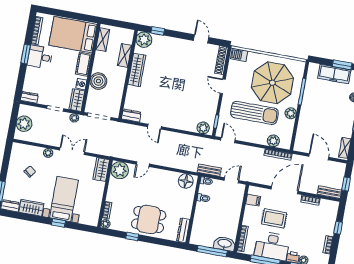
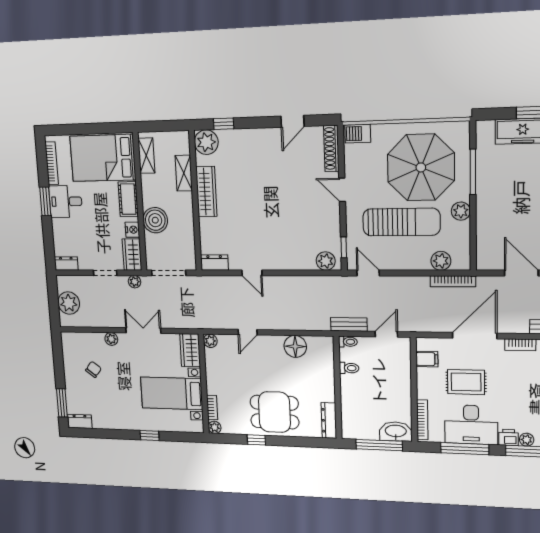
door: (201, 39) -> (292, 121), swing flipped
plant: (120, 170) -> (210, 341), width x0.53, depth x0.53
floor lamp: (186, 181) -> (295, 346), moved
bed with nightstands: (64, 199) -> (171, 393), moved, turned -90
wardrobe: (31, 208) -> (108, 420), removed

